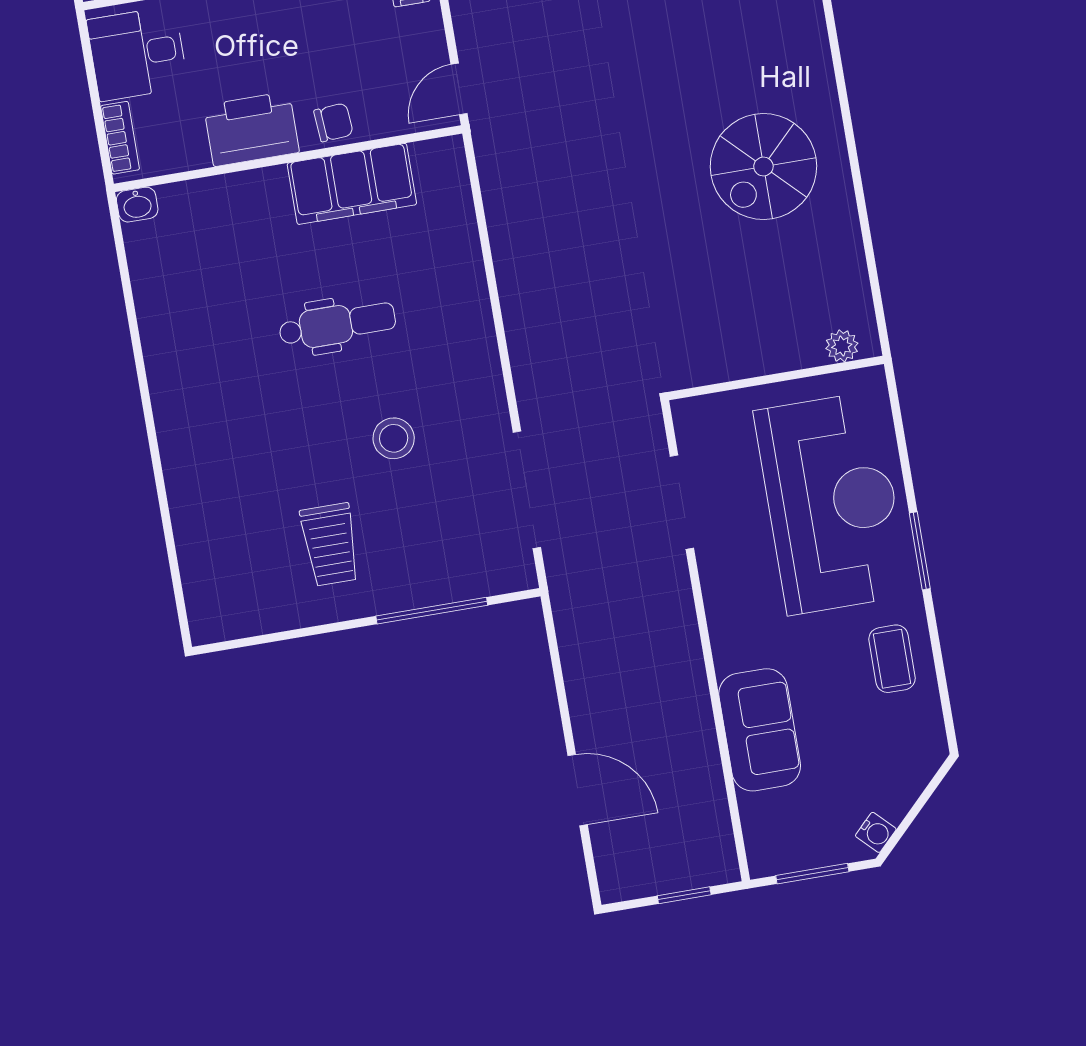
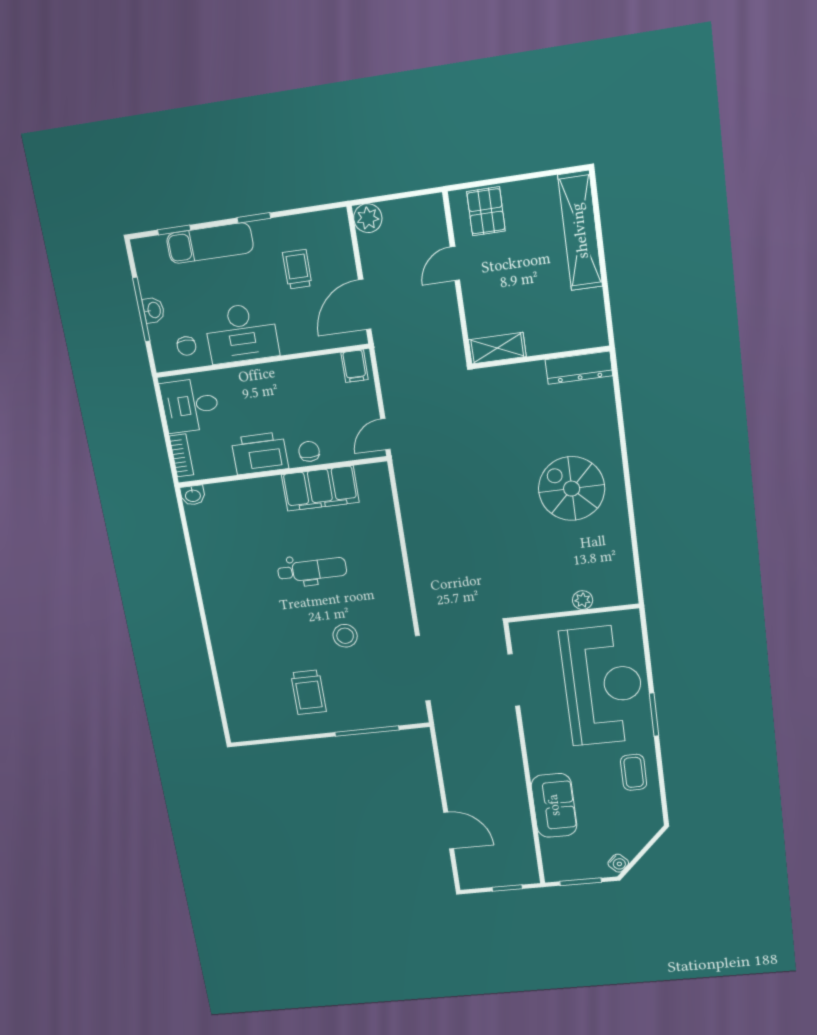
chair: (333, 122) -> (309, 451), turned -86
spiral stairs: (763, 166) -> (572, 489), turned 90
plant: (842, 346) -> (583, 600), moved

